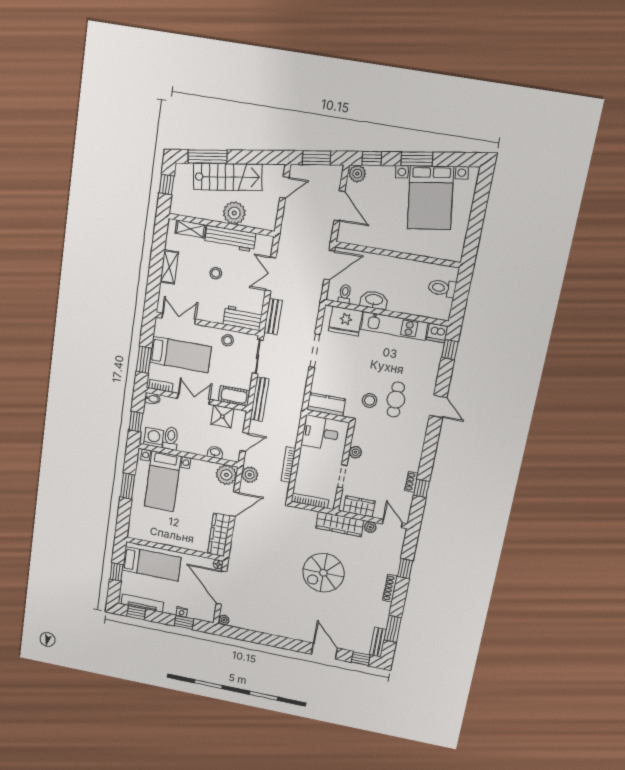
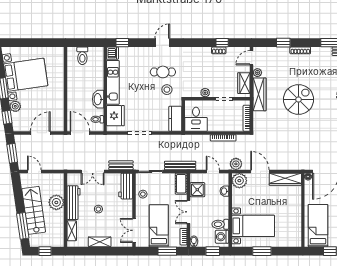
plant: (357, 174) -> (15, 106), moved
spiral stairs: (323, 573) -> (298, 99), turned -90

